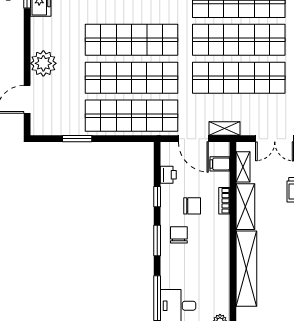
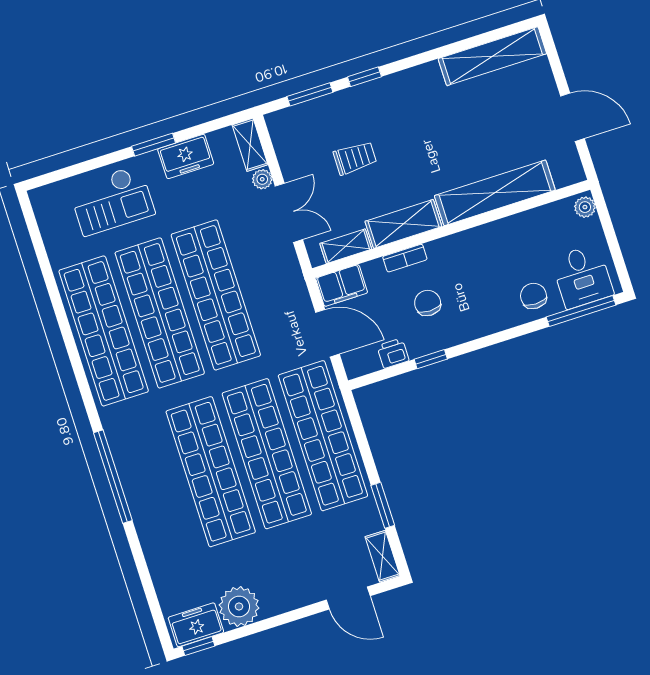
plant: (43, 63) -> (239, 606), moved
shelving: (225, 128) -> (382, 556), moved
door: (193, 139) -> (327, 333), hinge flipped
filing cabinet: (220, 164) -> (342, 285), width x2.00
chair: (179, 235) -> (533, 296), moved, turned 90
window: (157, 240) -> (496, 338), removed

